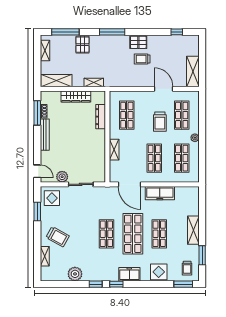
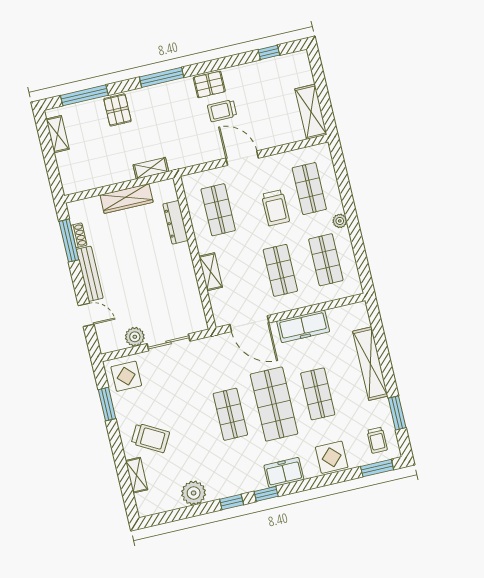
shelving: (56, 81) -> (88, 180), removed
door: (164, 89) -> (242, 158), moved
door: (37, 171) -> (86, 315), moved
shelving: (193, 230) -> (370, 364), width x1.47

